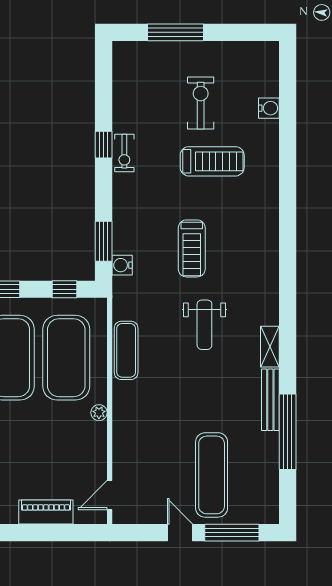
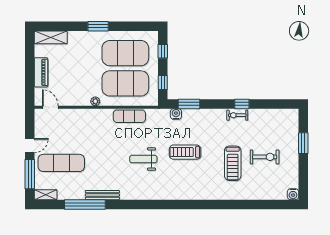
window: (175, 32) -> (303, 143), width x0.69
water cooler: (269, 108) -> (293, 194), moved
shelving: (270, 347) -> (46, 195), moved

